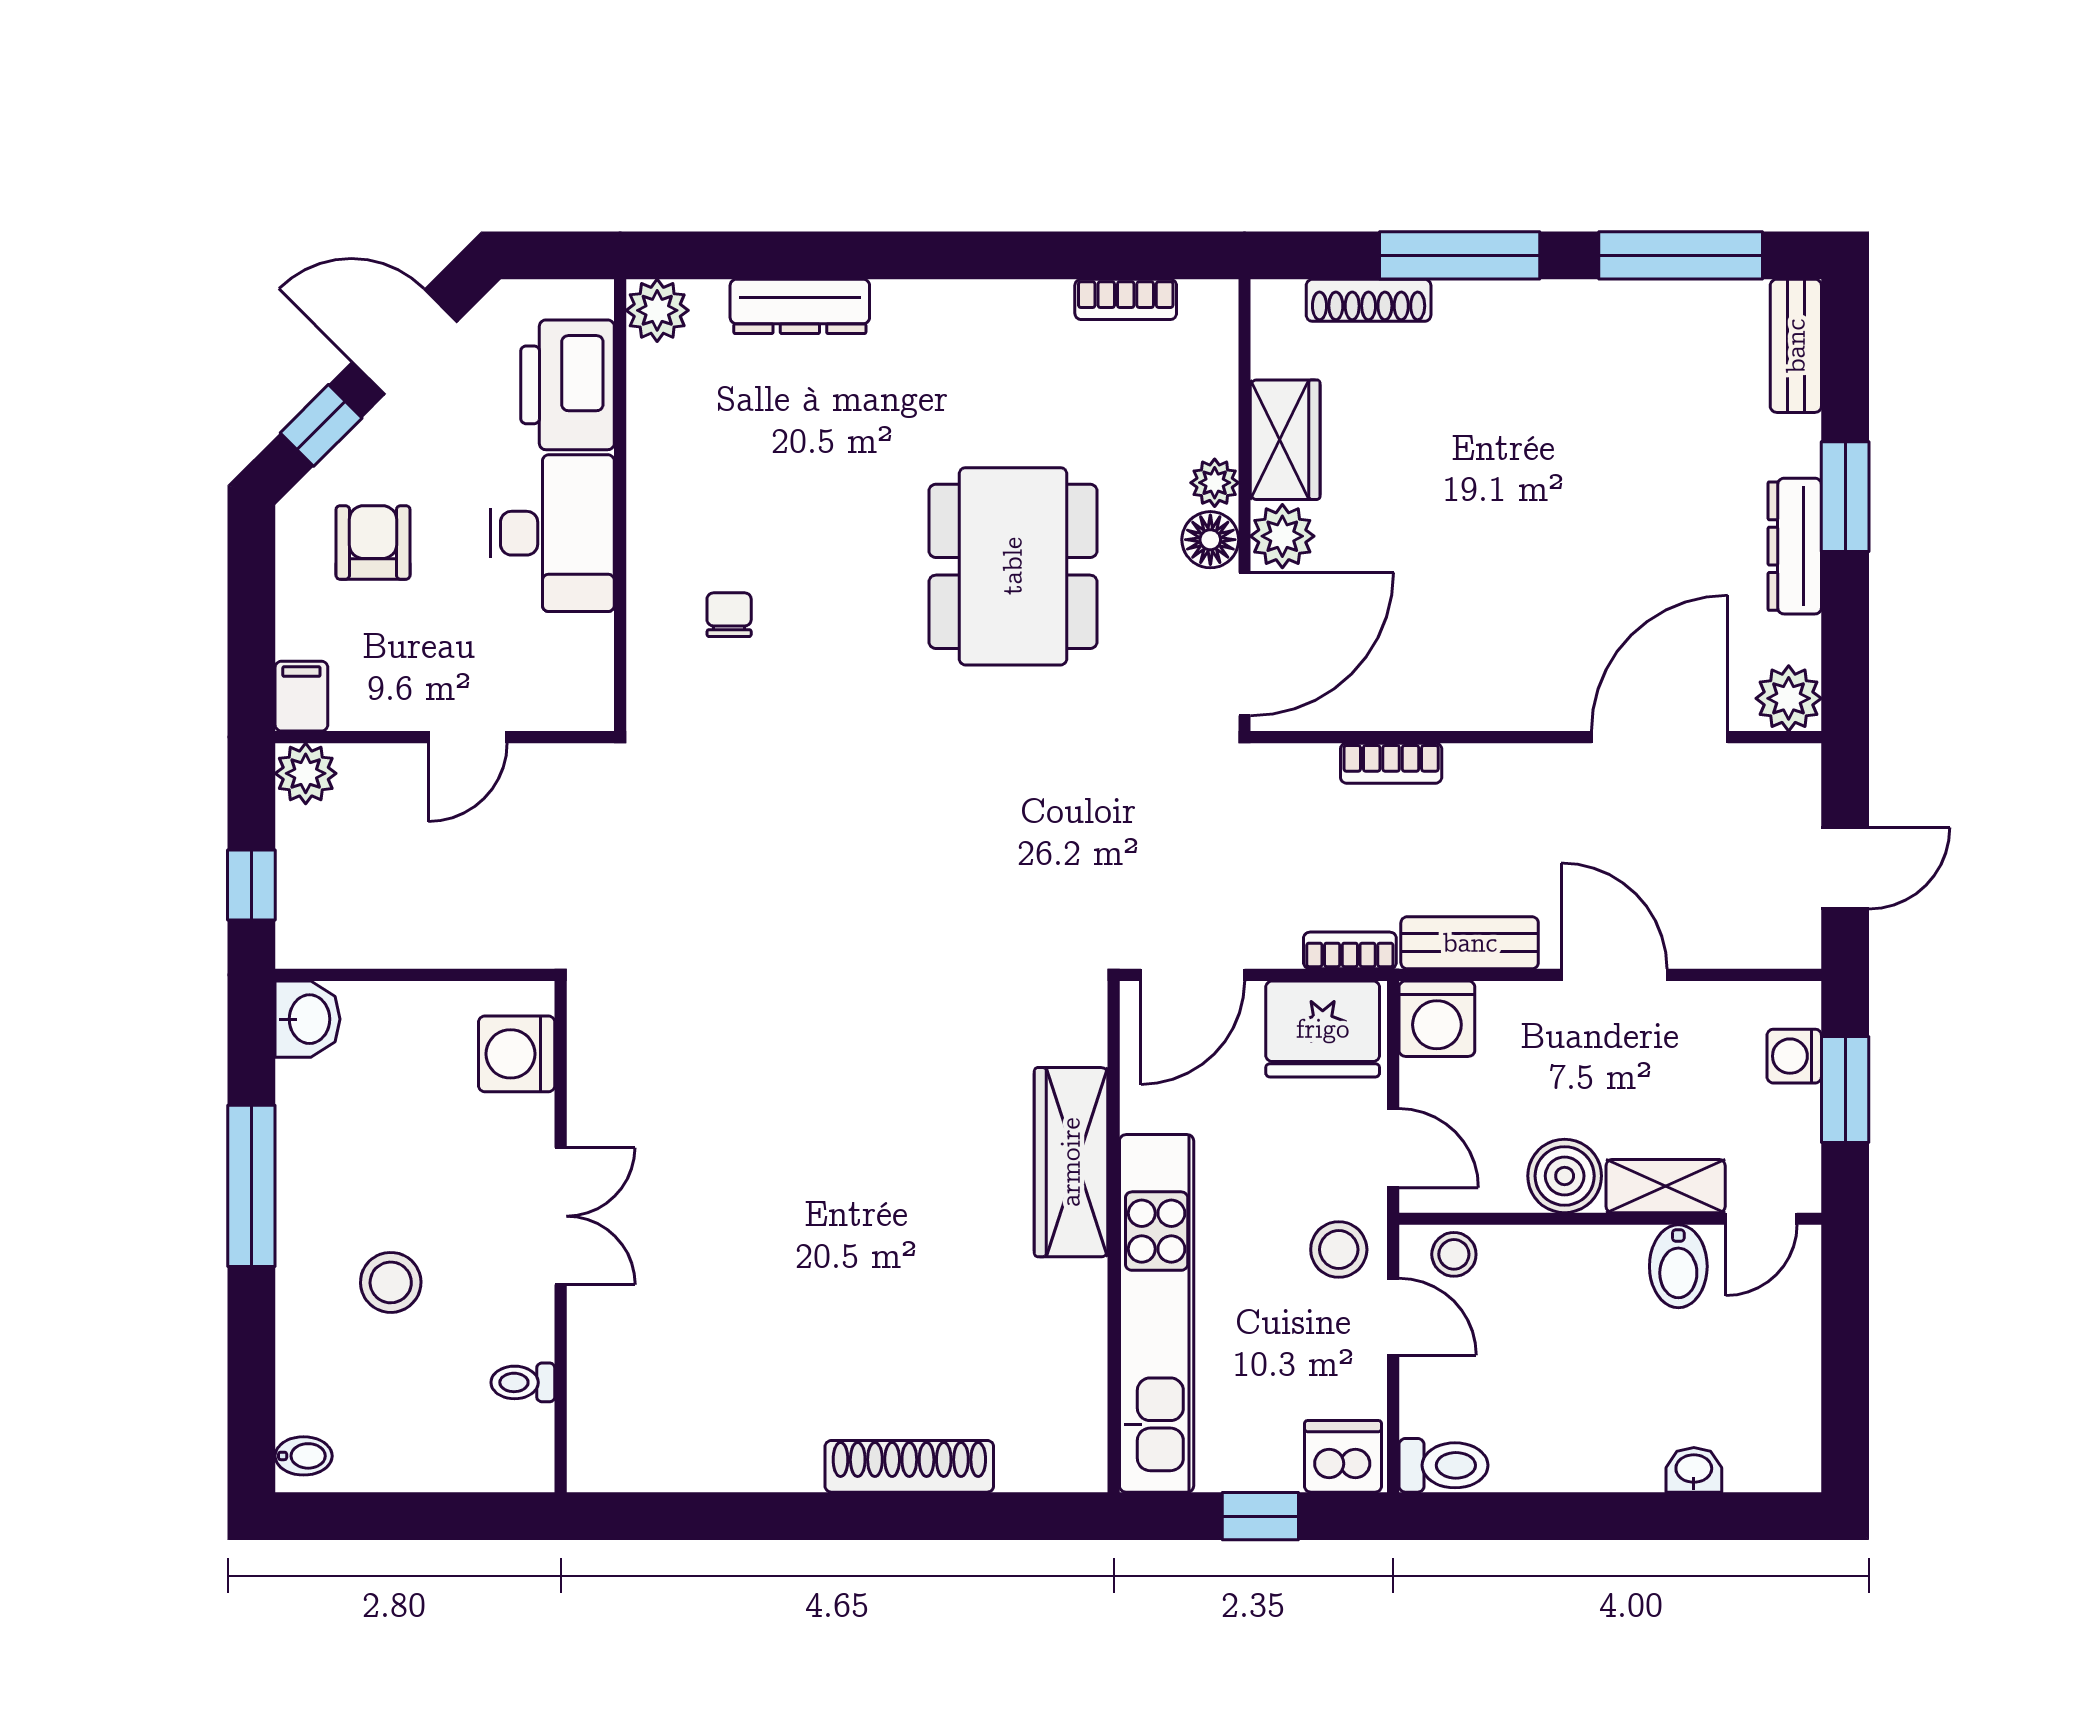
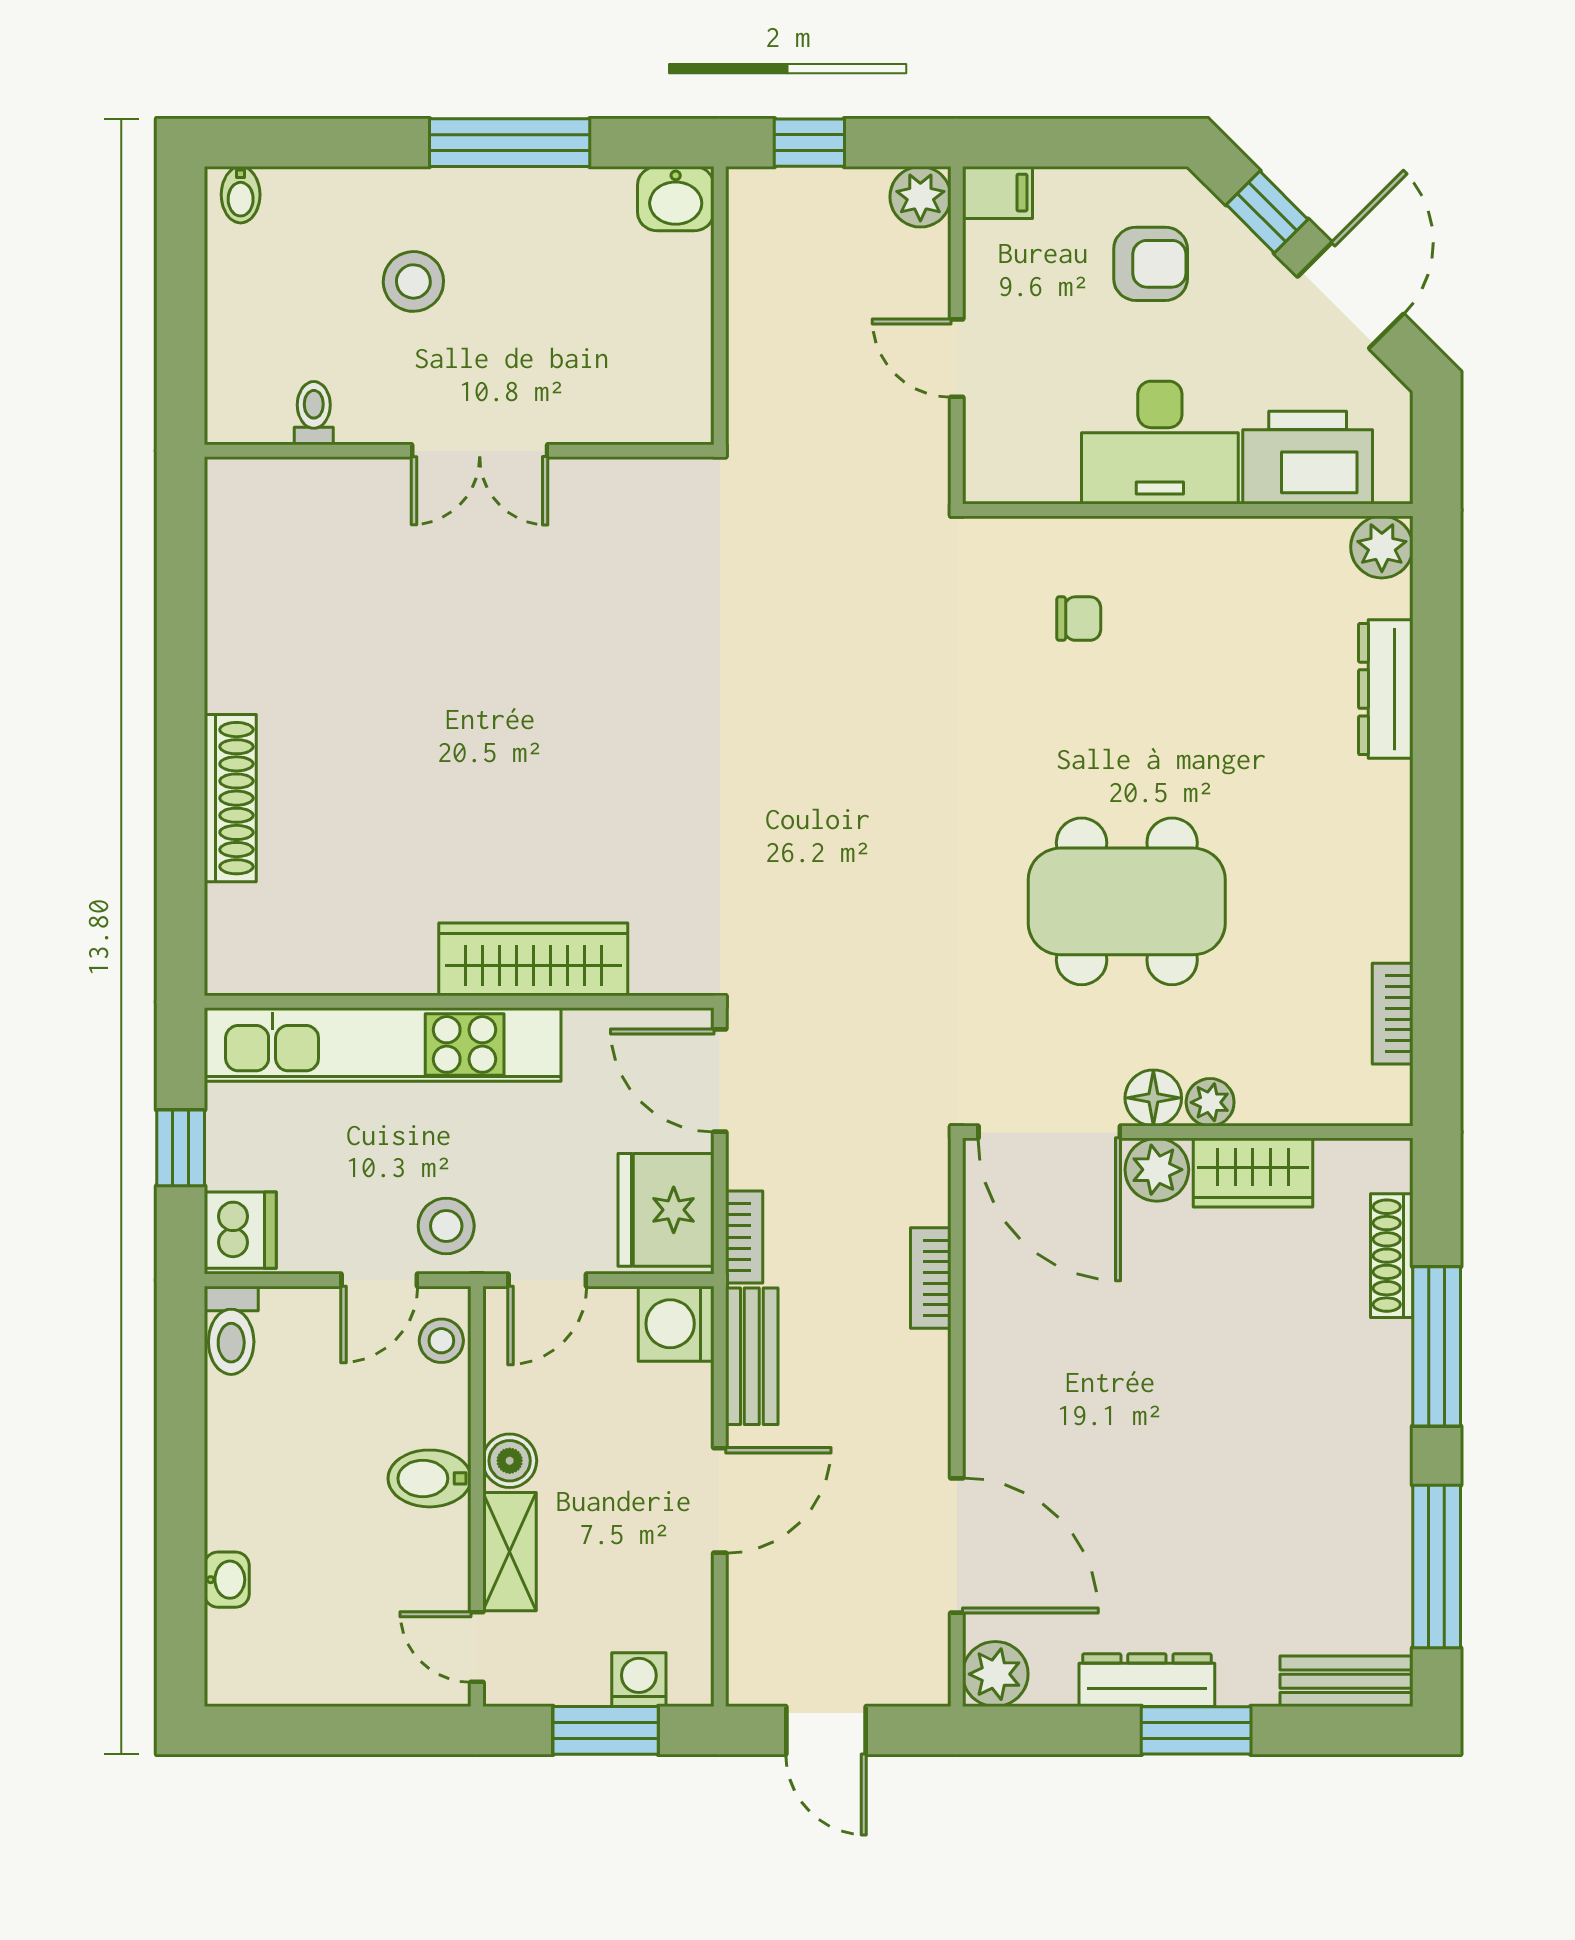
washing machine: (517, 1054) -> (641, 407), removed
boiler: (1565, 1176) -> (510, 1461), width x0.73, depth x0.73
bidet: (1678, 1266) -> (430, 1478), moved

